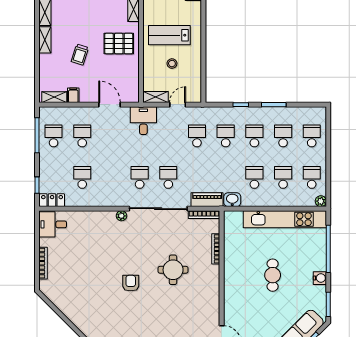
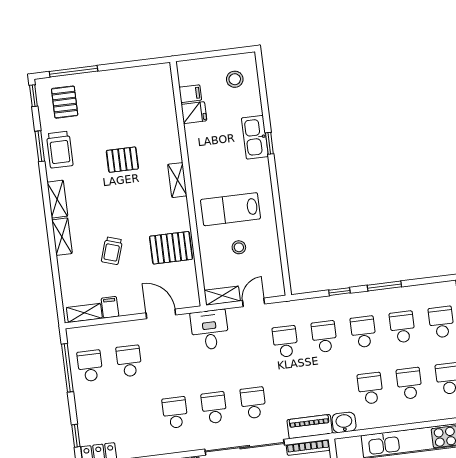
pallet: (119, 44) -> (171, 248), moved
school desk: (82, 177) -> (175, 413), moved

